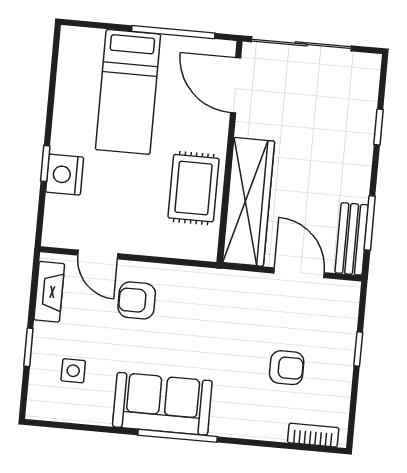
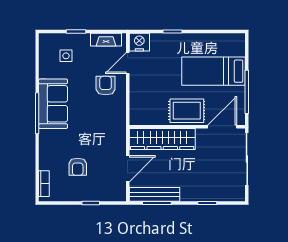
nightstand: (65, 175) -> (139, 42), moved
rug: (194, 188) -> (187, 111), moved
bench: (352, 239) -> (154, 194), width x1.36

